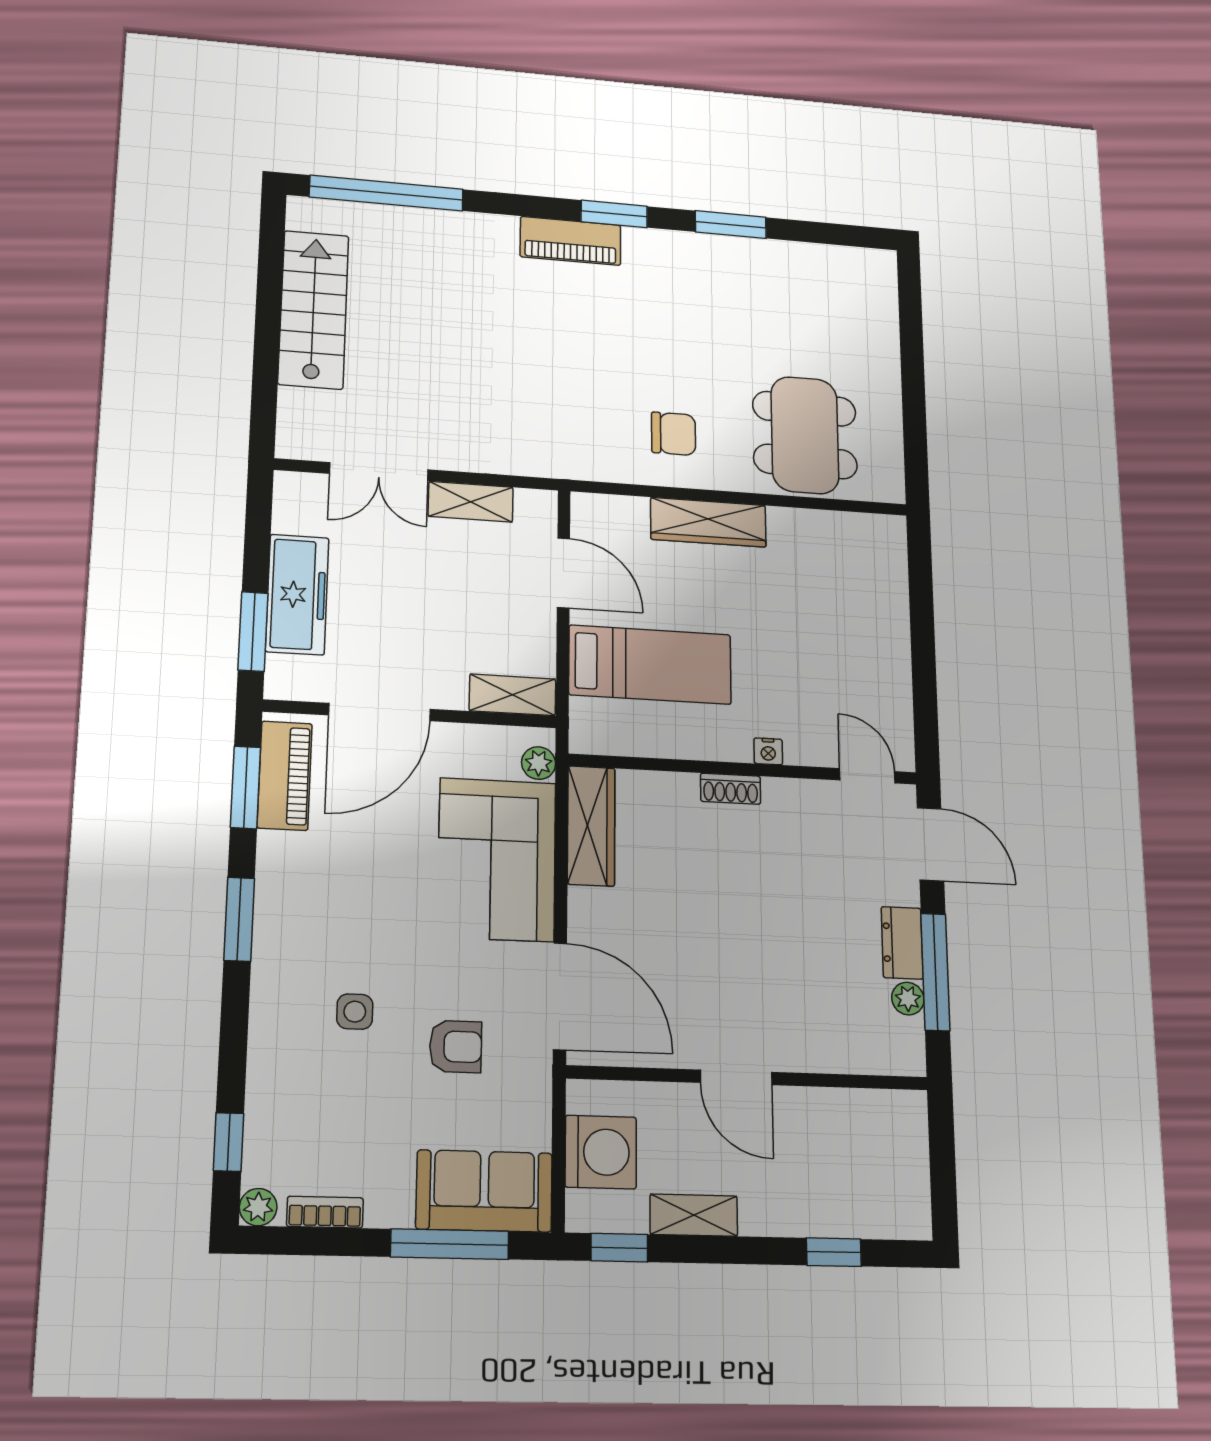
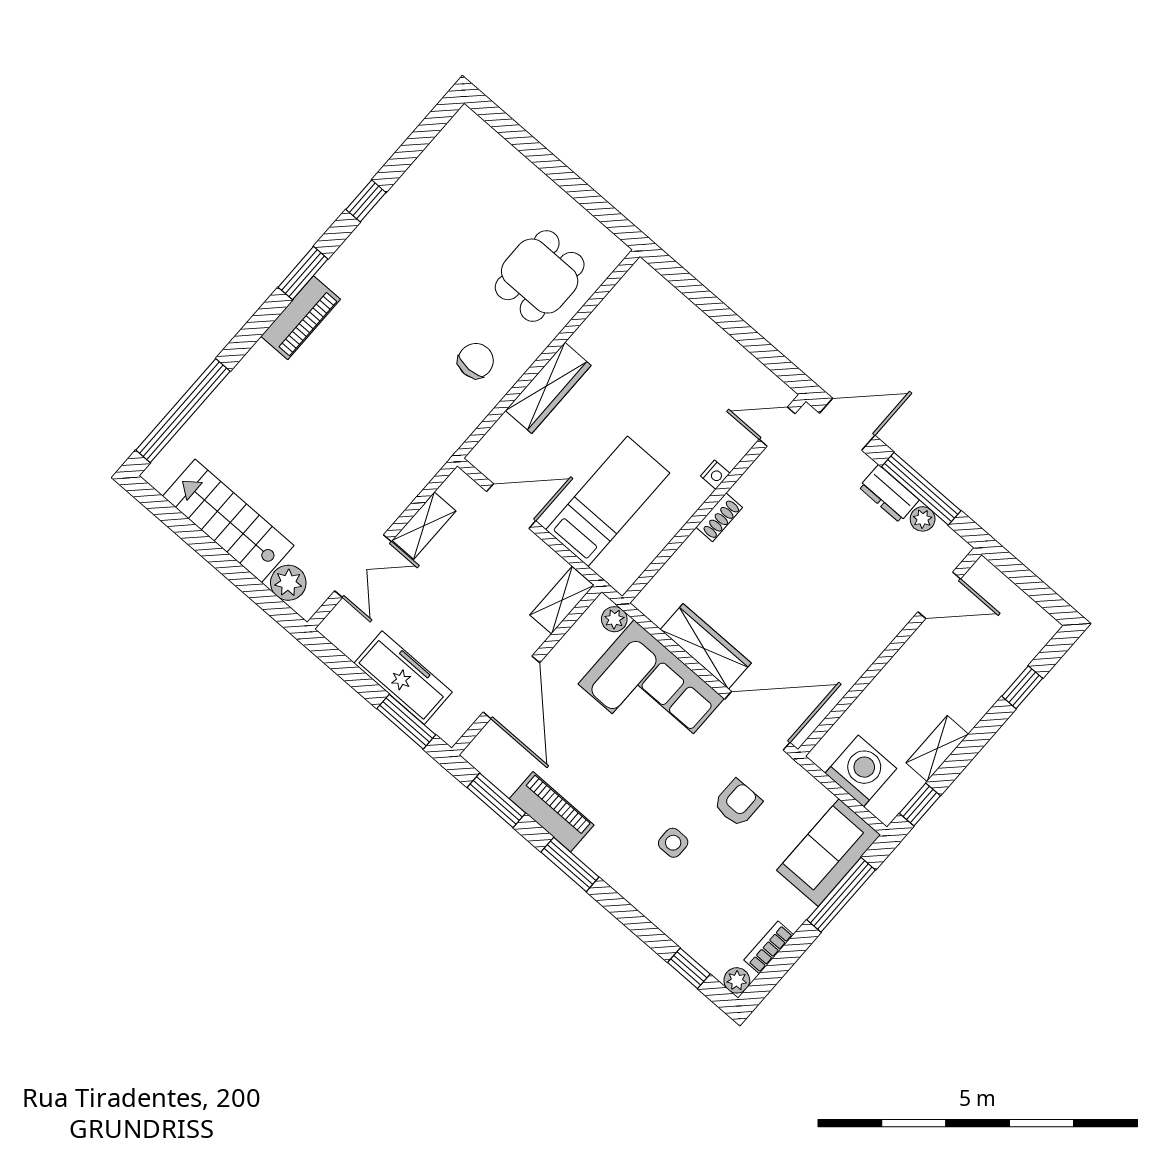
window: (731, 225) -> (366, 201), width x0.67
plant: (300, 411) -> (288, 583), added
dining table: (805, 435) -> (540, 276), width x0.73
piano: (285, 776) -> (552, 812), moved
wardrobe: (591, 826) -> (706, 646), moved
door: (736, 1077) -> (939, 595), moved

